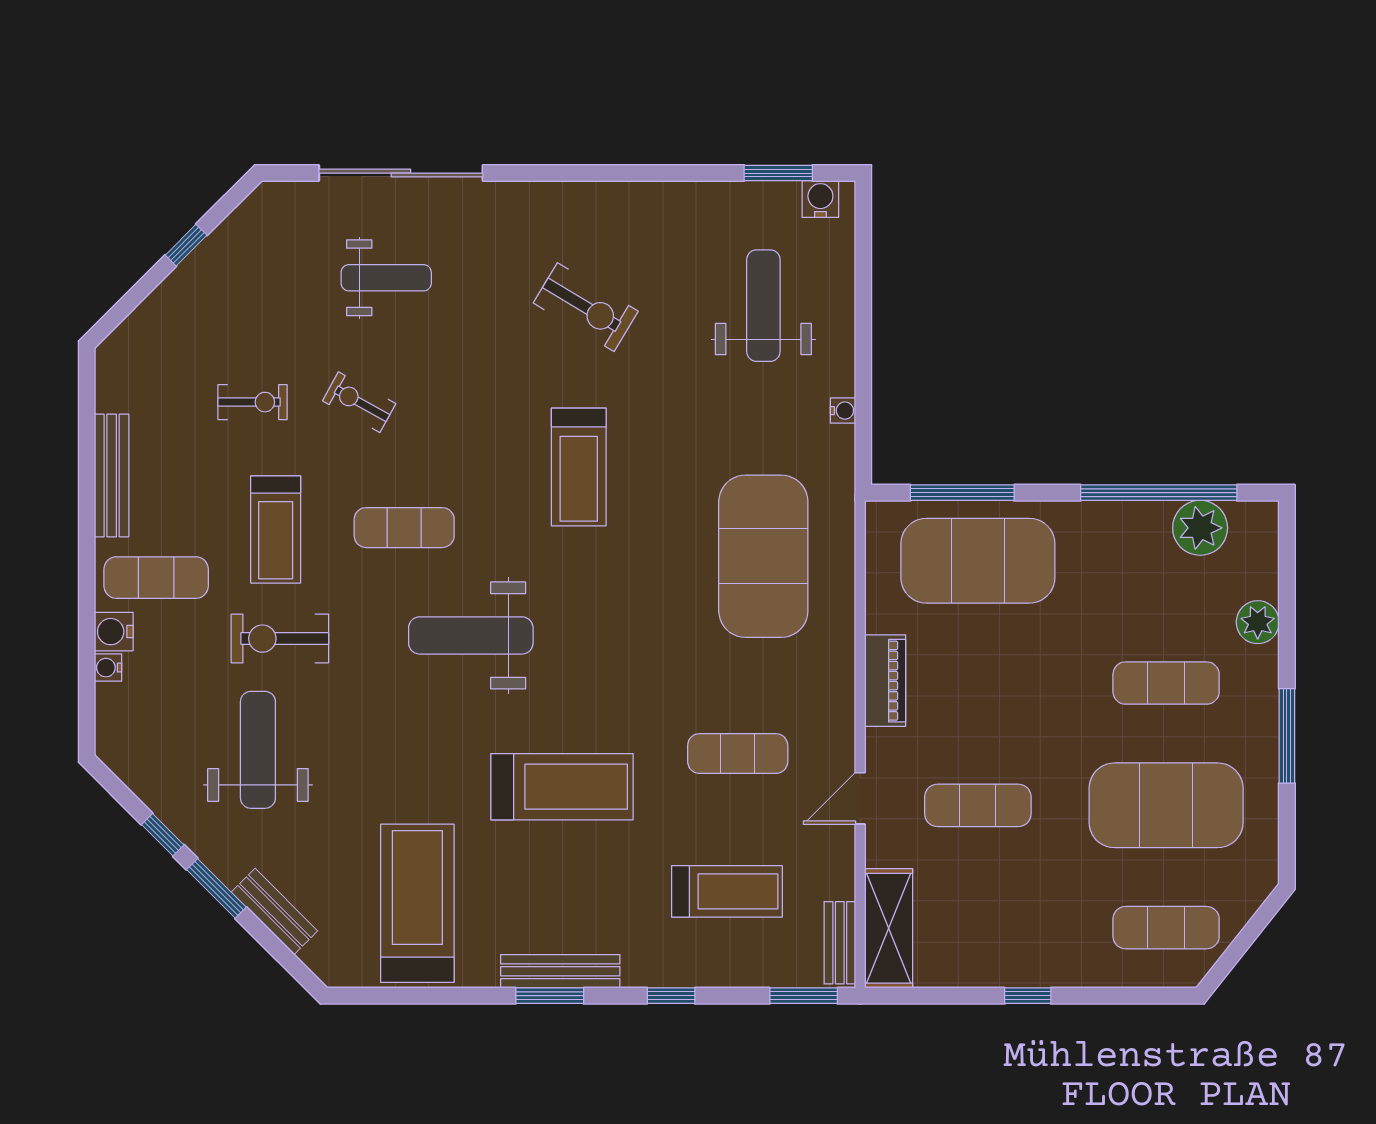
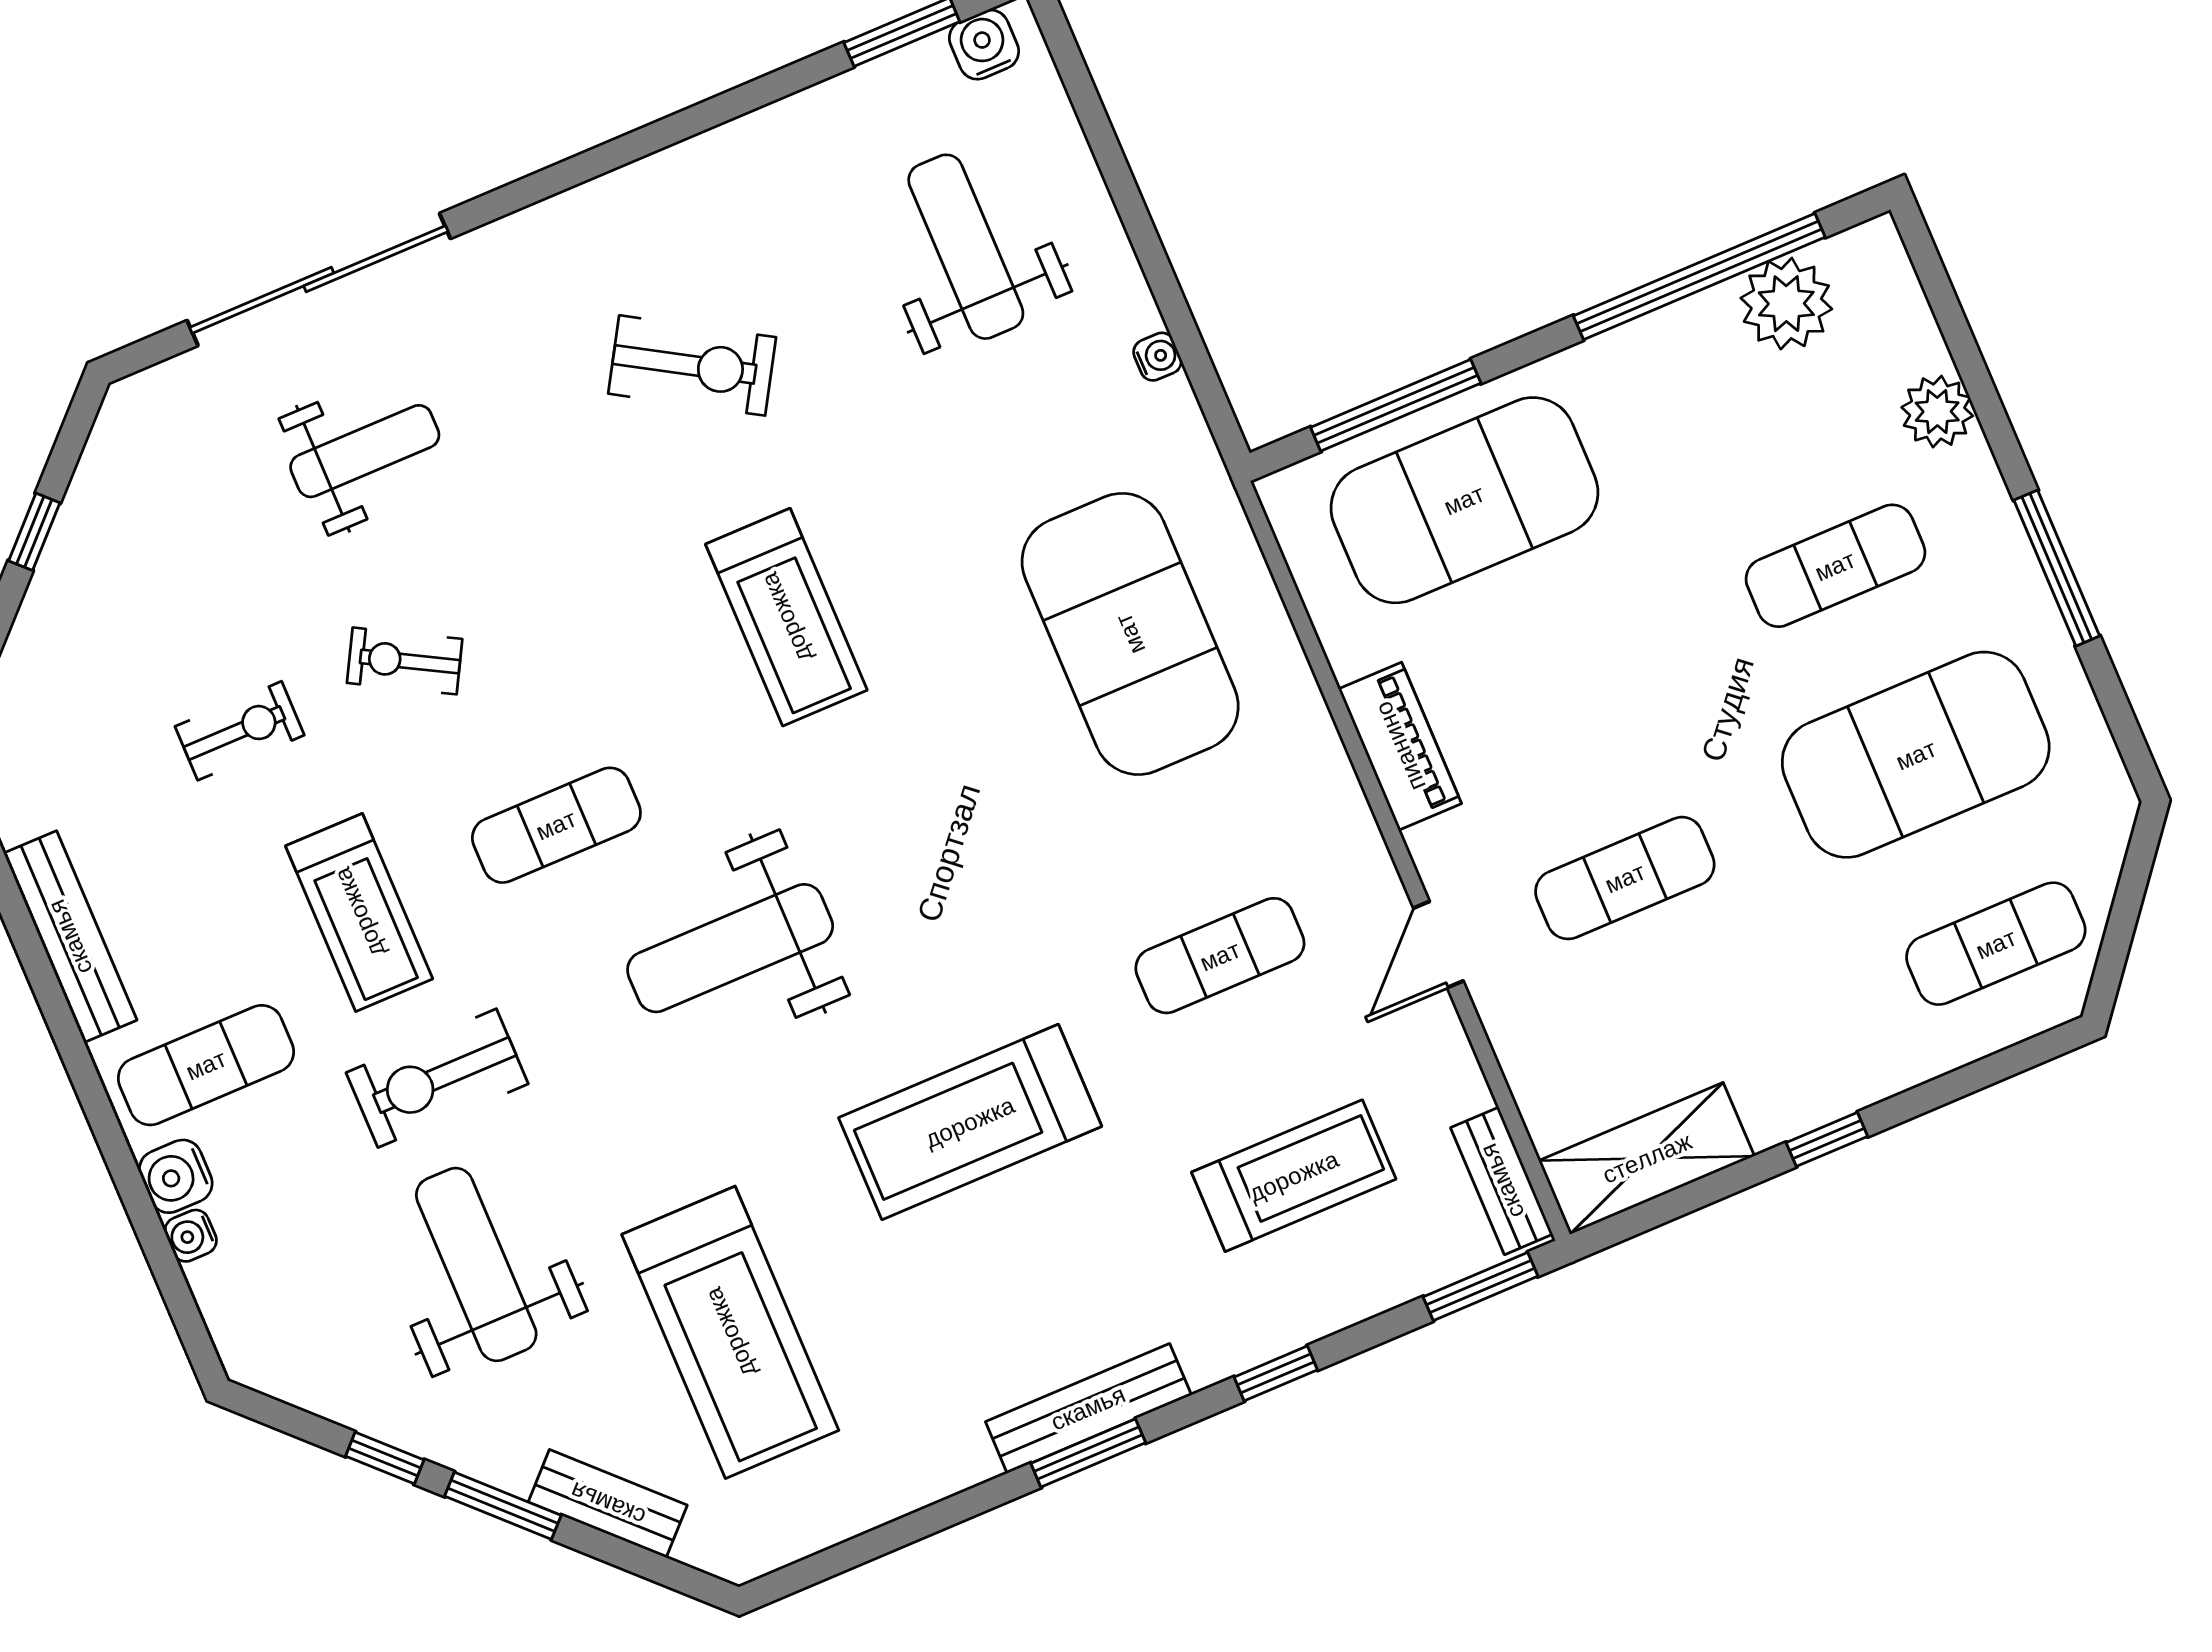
treadmill: (562, 787) -> (970, 1122), turned 180
treadmill: (417, 903) -> (730, 1332), moved, turned 180
shelving: (889, 928) -> (1647, 1158), moved, turned 90

